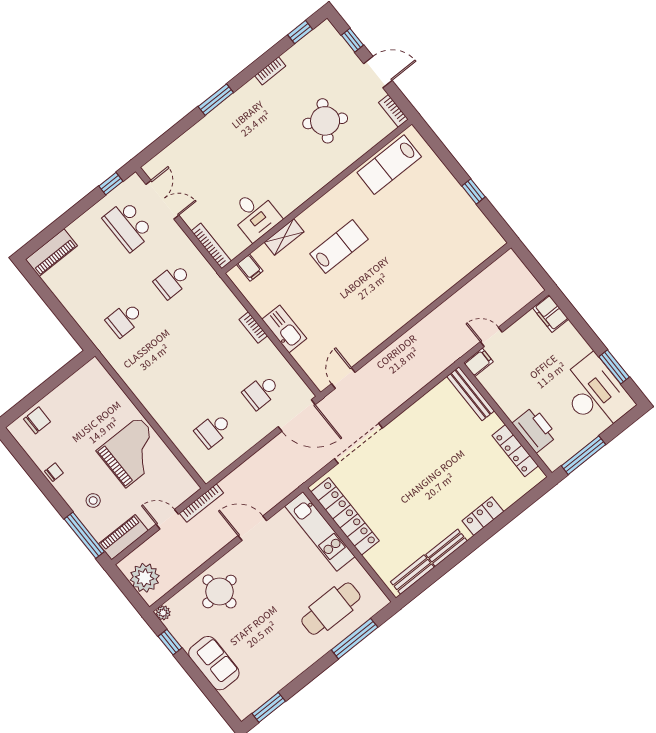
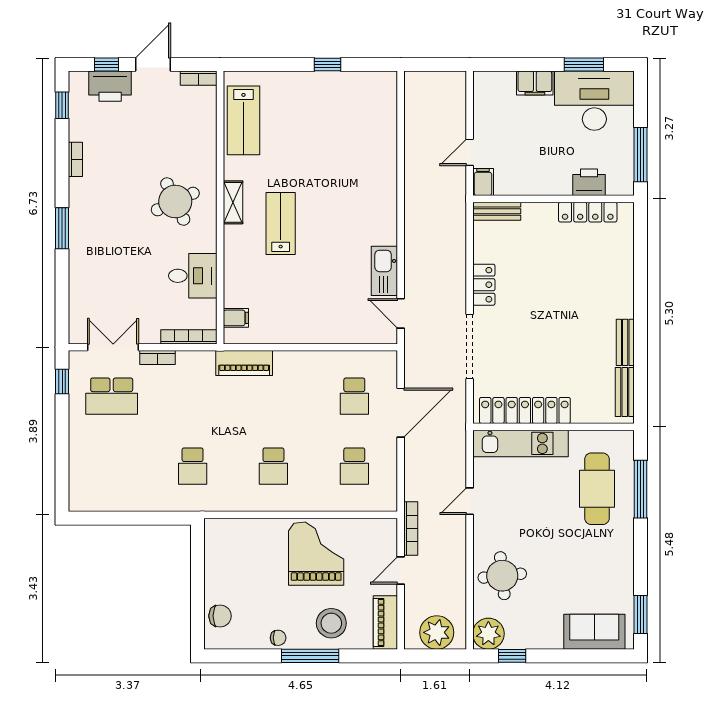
printer: (339, 55) -> (110, 86), added
round table: (325, 121) -> (175, 201), moved, turned 35
shelving: (284, 237) -> (233, 202), moved
piano: (52, 253) -> (244, 363), moved, turned 90
school desk: (172, 281) -> (273, 466), moved
filing cabinet: (550, 313) -> (535, 83), moved
bookcase: (253, 328) -> (158, 357), moved
kitchen sink: (284, 329) -> (384, 271), moved, turned -90
bench: (471, 394) -> (497, 211), width x0.73
door: (297, 416) -> (401, 413), moved
chair: (37, 420) -> (220, 616), turned 90
printer: (535, 430) -> (589, 182), width x0.73, depth x0.84
chair: (54, 472) -> (278, 638), turned 90
stool: (93, 501) -> (331, 623), width x1.89, depth x1.89
locker: (483, 516) -> (484, 285), moved, turned 180
door: (252, 528) -> (470, 501), width x0.73
window: (84, 535) -> (310, 656), moved
plant: (163, 613) -> (488, 634), width x1.88, depth x1.88
sofa: (214, 663) -> (594, 632), moved

